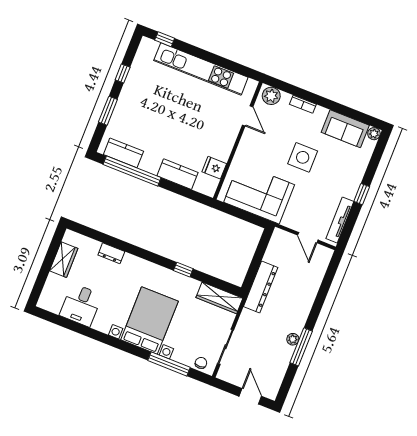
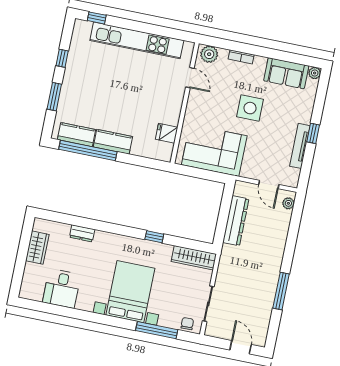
kitchen counter: (178, 174) -> (113, 142), moved
tv unit: (340, 220) -> (300, 146), moved
dresser: (261, 287) -> (236, 221), moved
plant: (293, 339) -> (288, 203), moved

